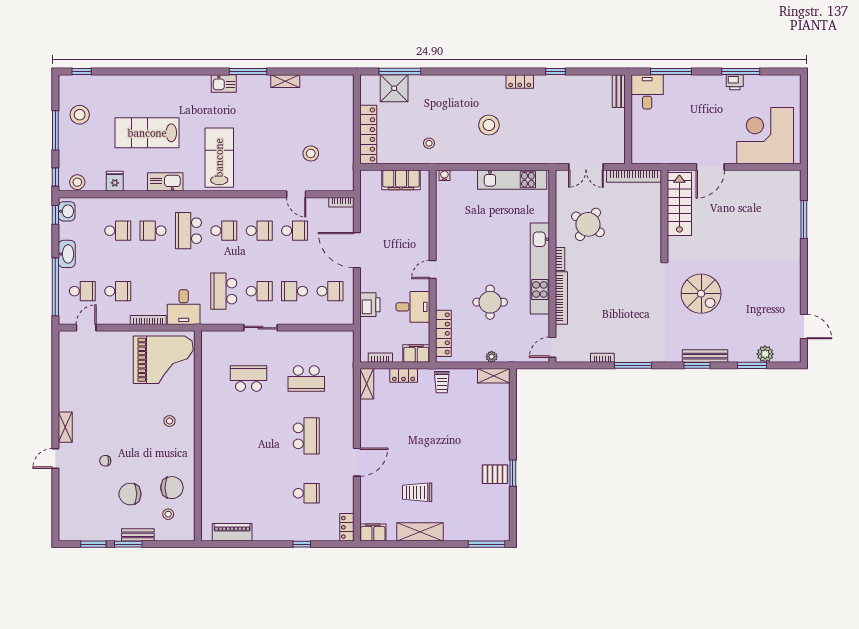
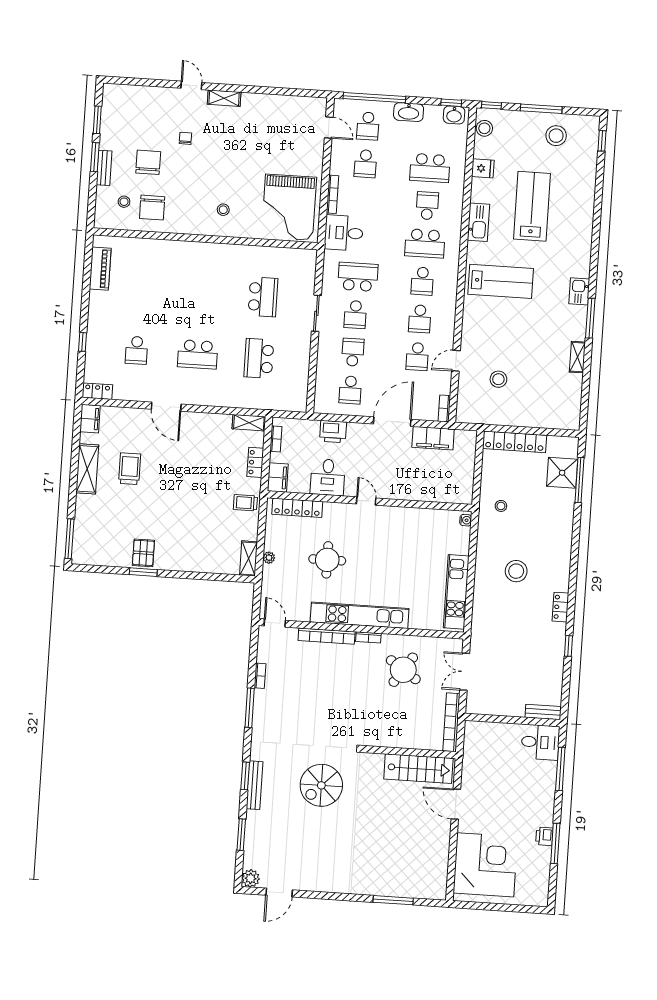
filing cabinet: (401, 180) -> (433, 438), moved, turned -90
school desk: (118, 231) -> (430, 168), width x1.85
school desk: (188, 231) -> (425, 243), turned 180
plant: (765, 354) -> (251, 878), moved

